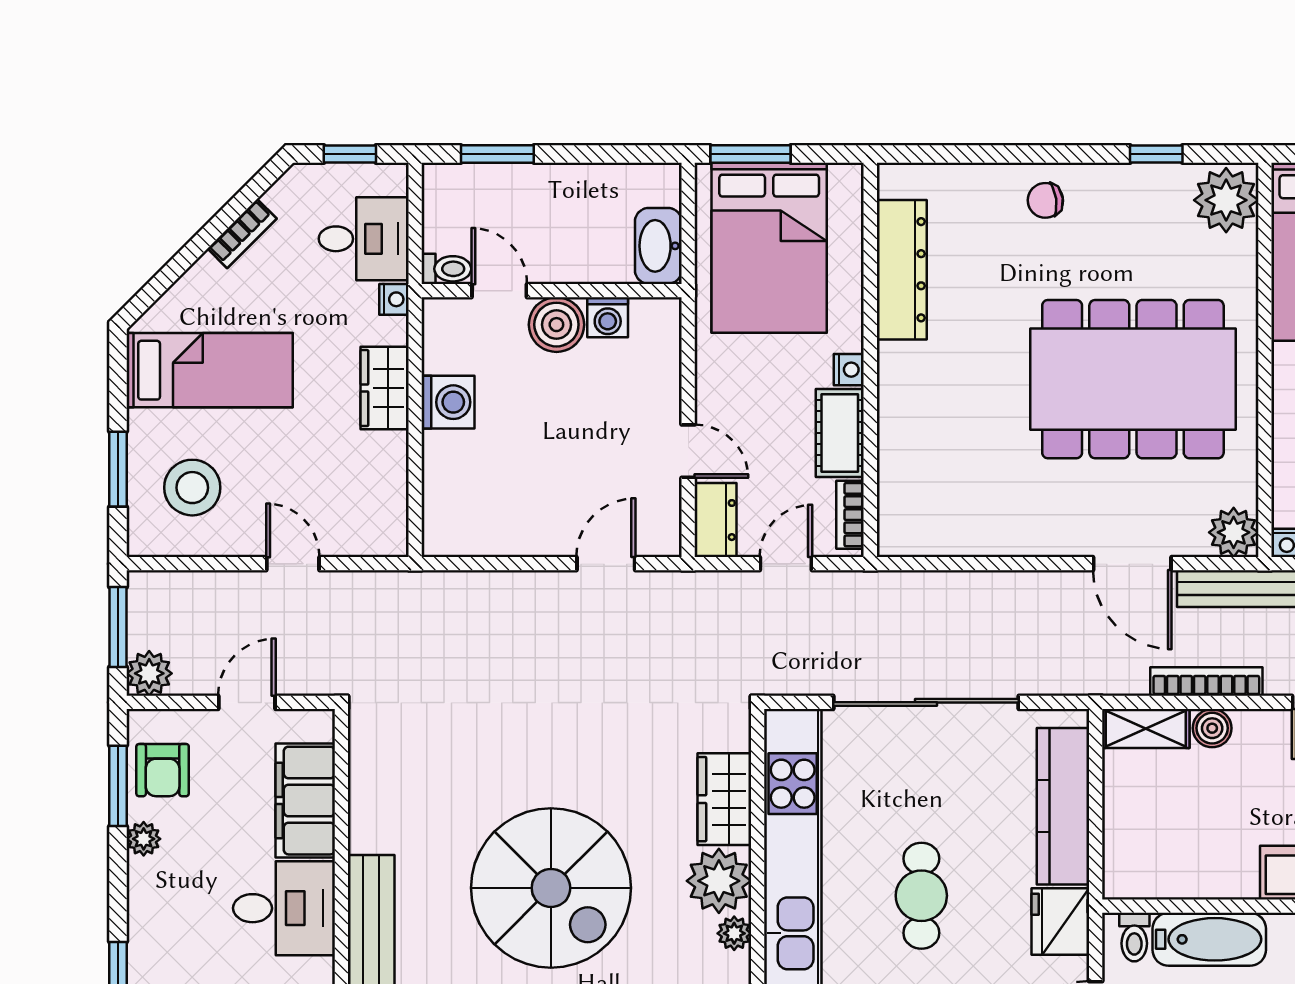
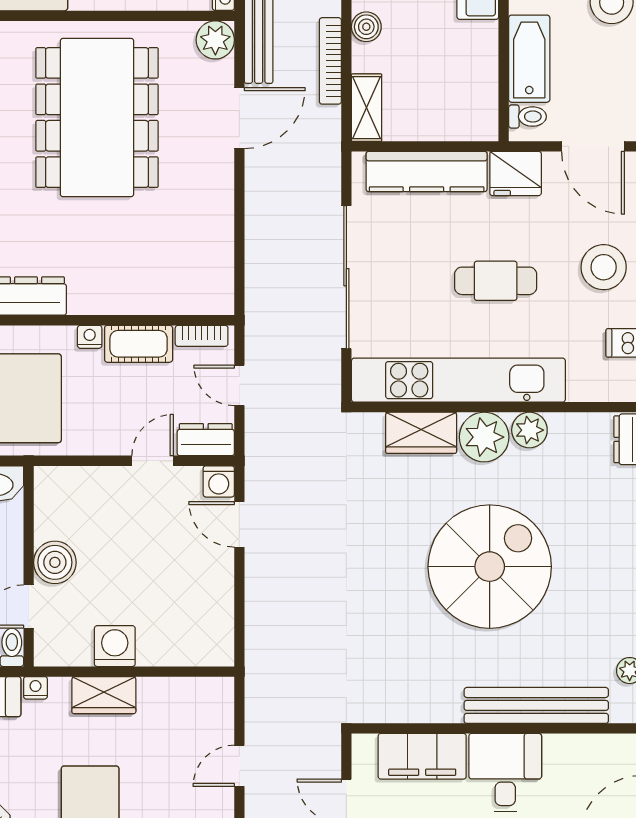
washing machine: (608, 317) -> (219, 481), moved, turned 90
boiler: (1212, 728) -> (366, 27), moved
plant: (734, 933) -> (529, 430), width x1.38, depth x1.38

